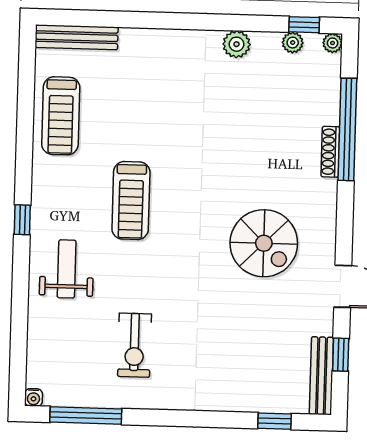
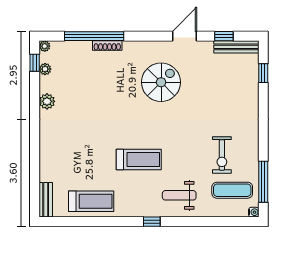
bench: (77, 37) -> (46, 200), width x0.73
exercise bike: (134, 345) -> (222, 155), turned 90
exercise mat: (73, 361) -> (232, 190), added

